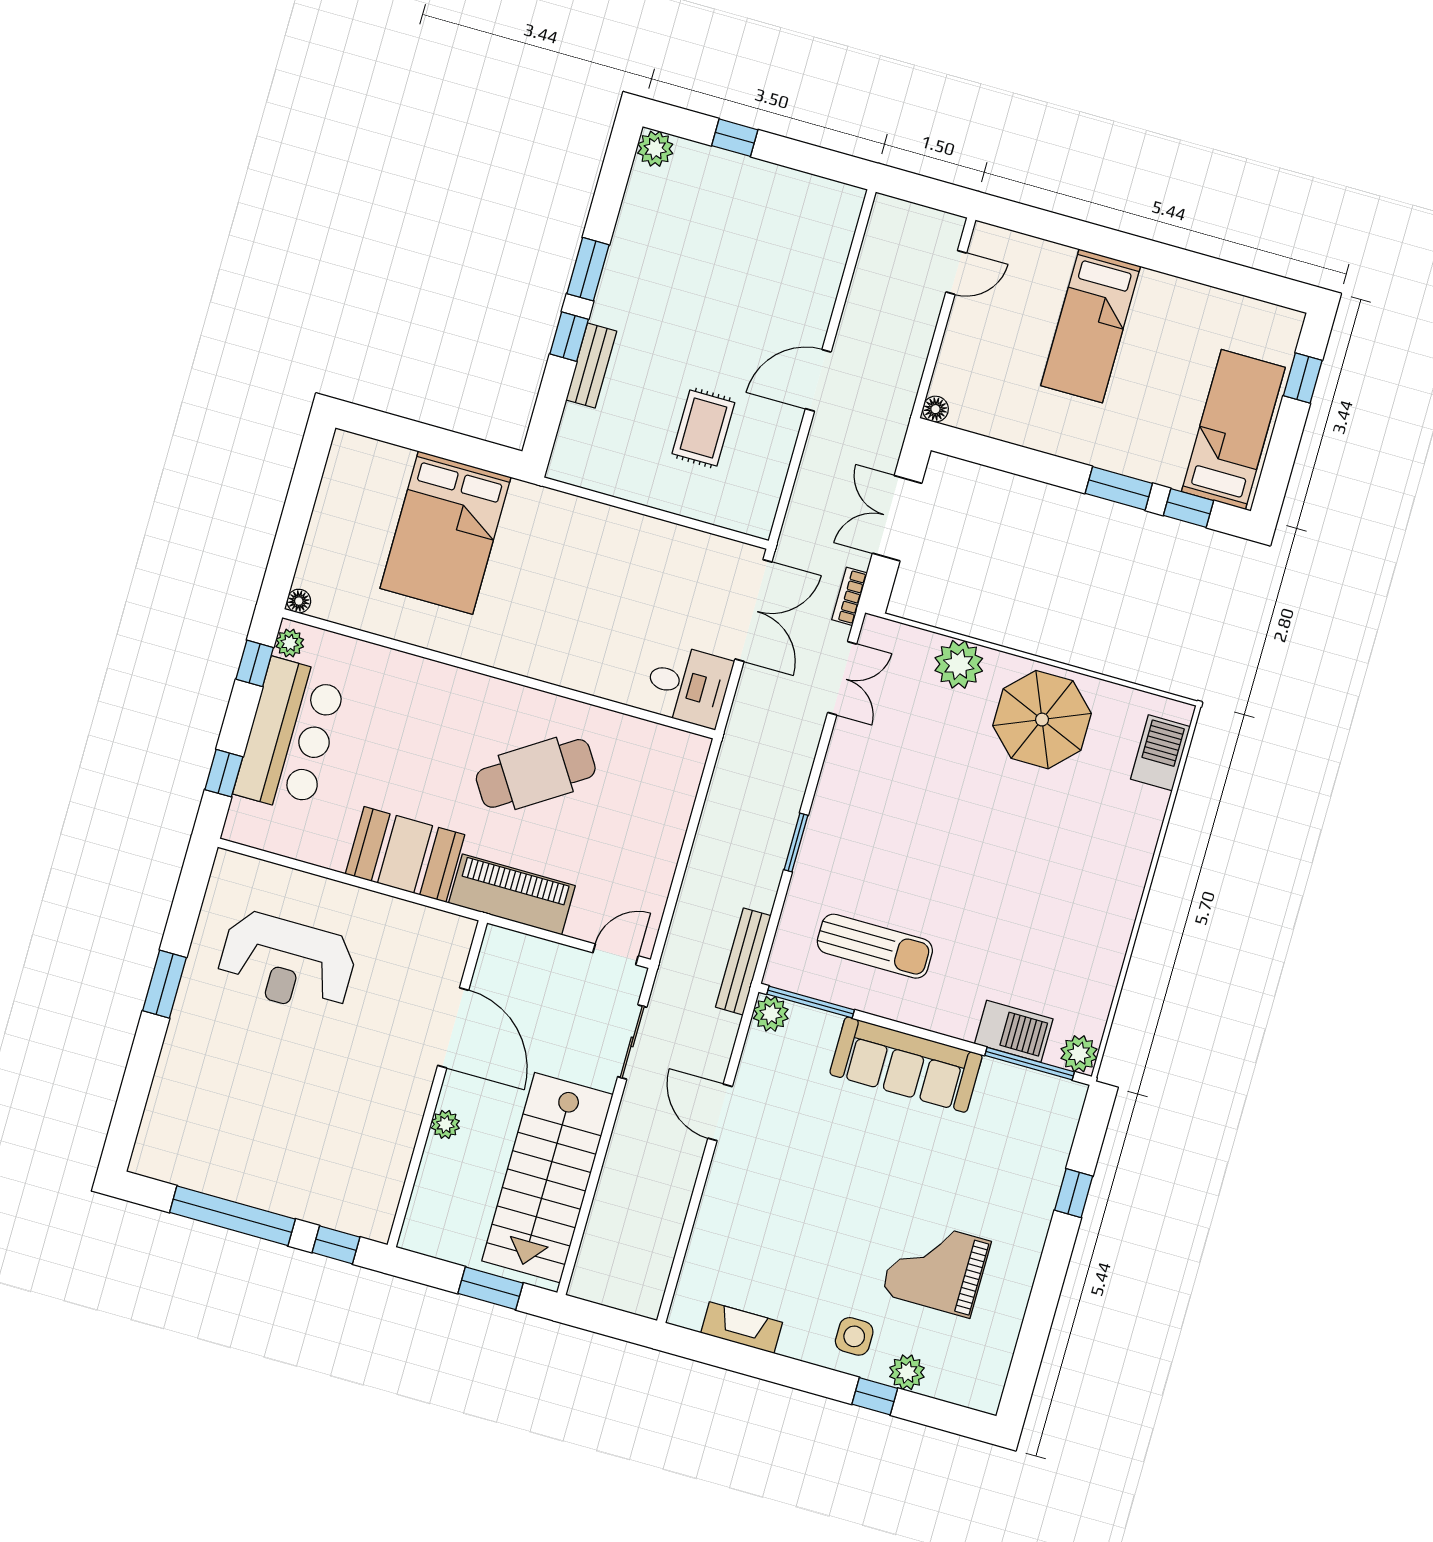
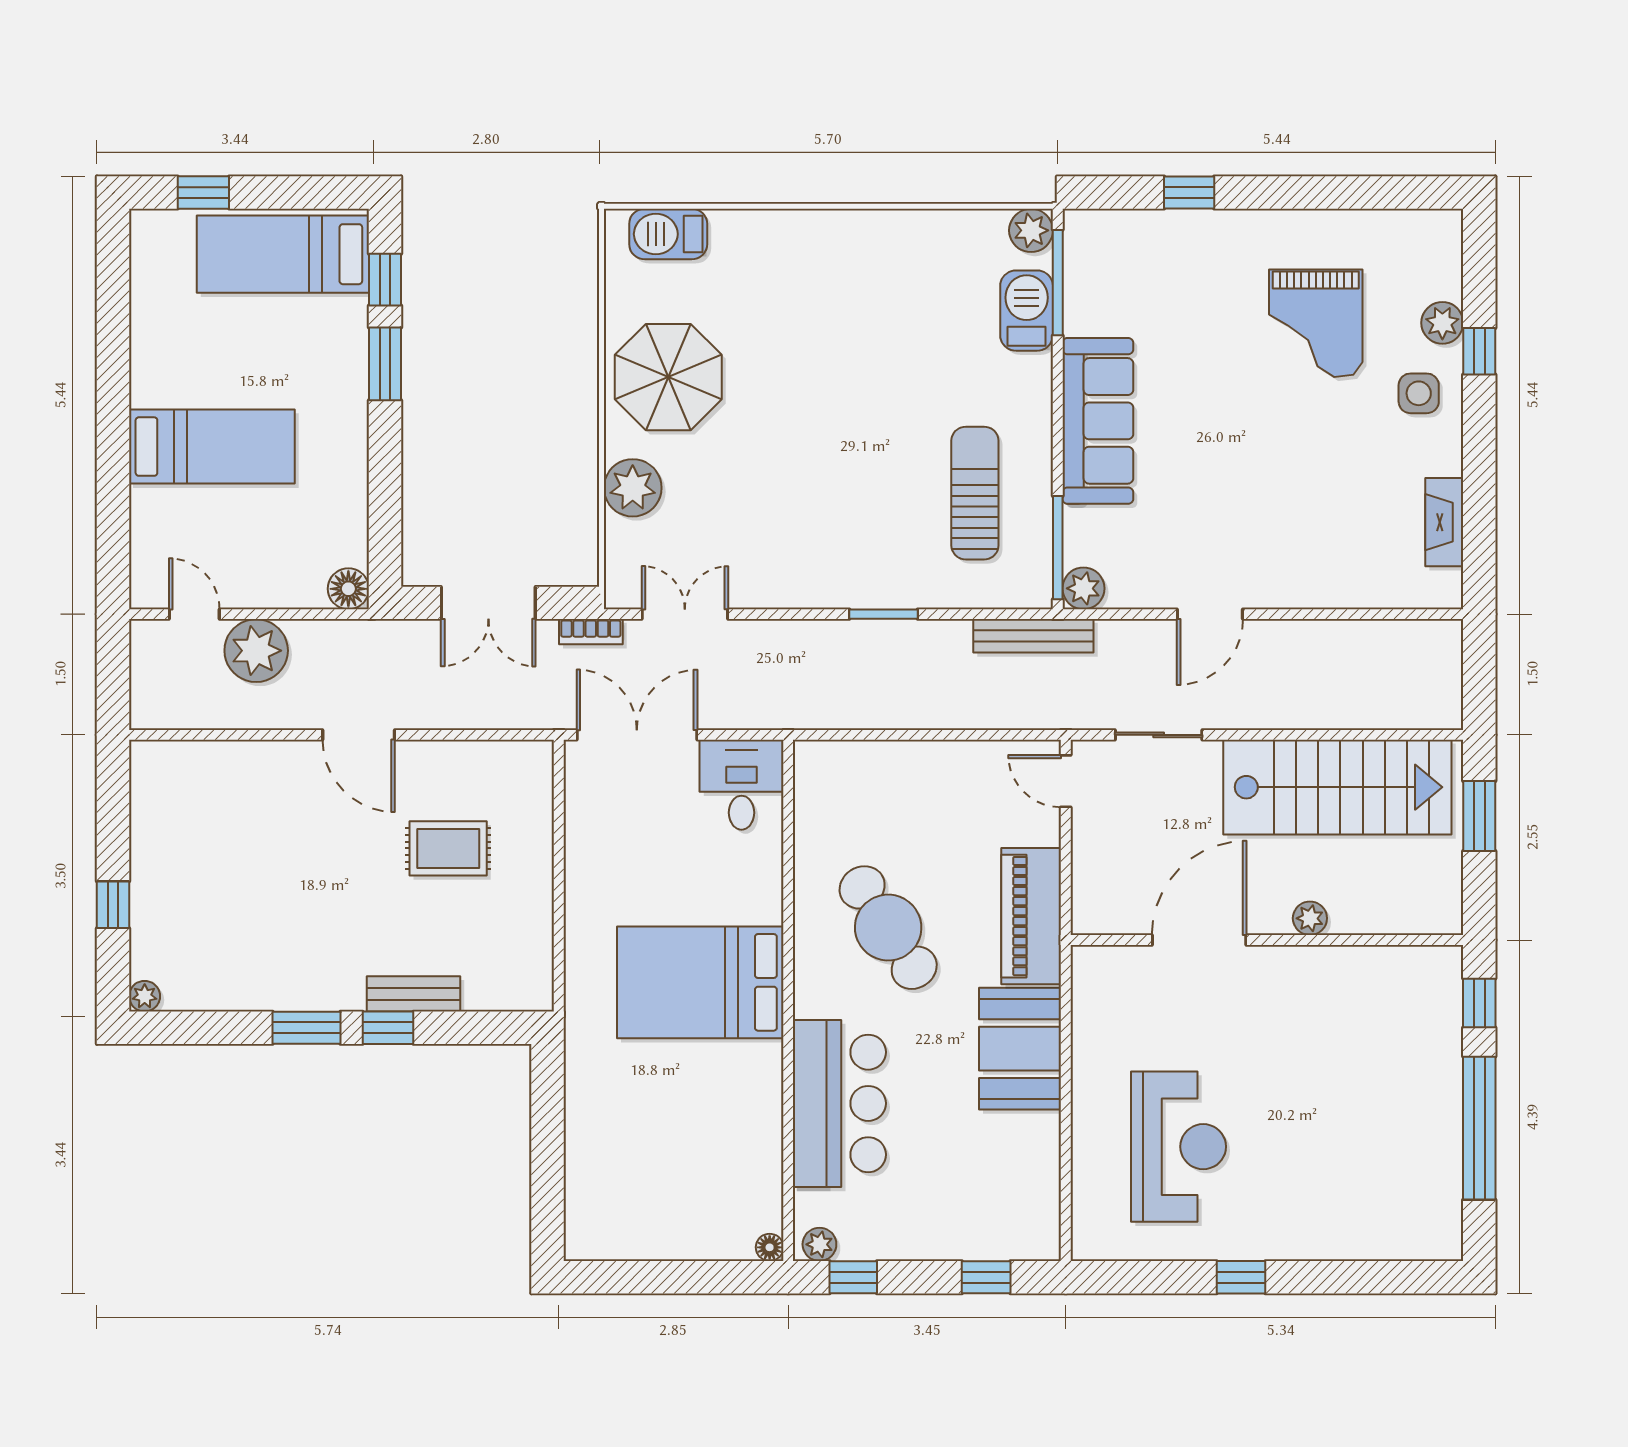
plant: (655, 149) -> (145, 996), width x0.73, depth x0.73
plant: (912, 315) -> (256, 651), added
floor lamp: (935, 409) -> (348, 589), width x1.37, depth x1.37
bed: (446, 533) -> (700, 982), moved, turned 180
bar counter: (290, 736) -> (839, 1103), moved, turned 90
window: (165, 984) -> (1241, 1277), width x0.67

